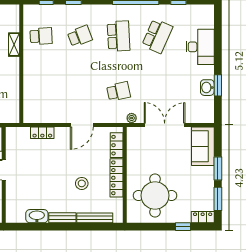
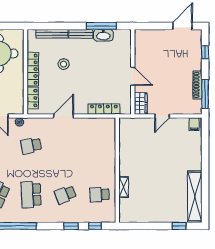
locker: (42, 133) -> (104, 109), width x1.53
window: (39, 227) -> (101, 26), added

